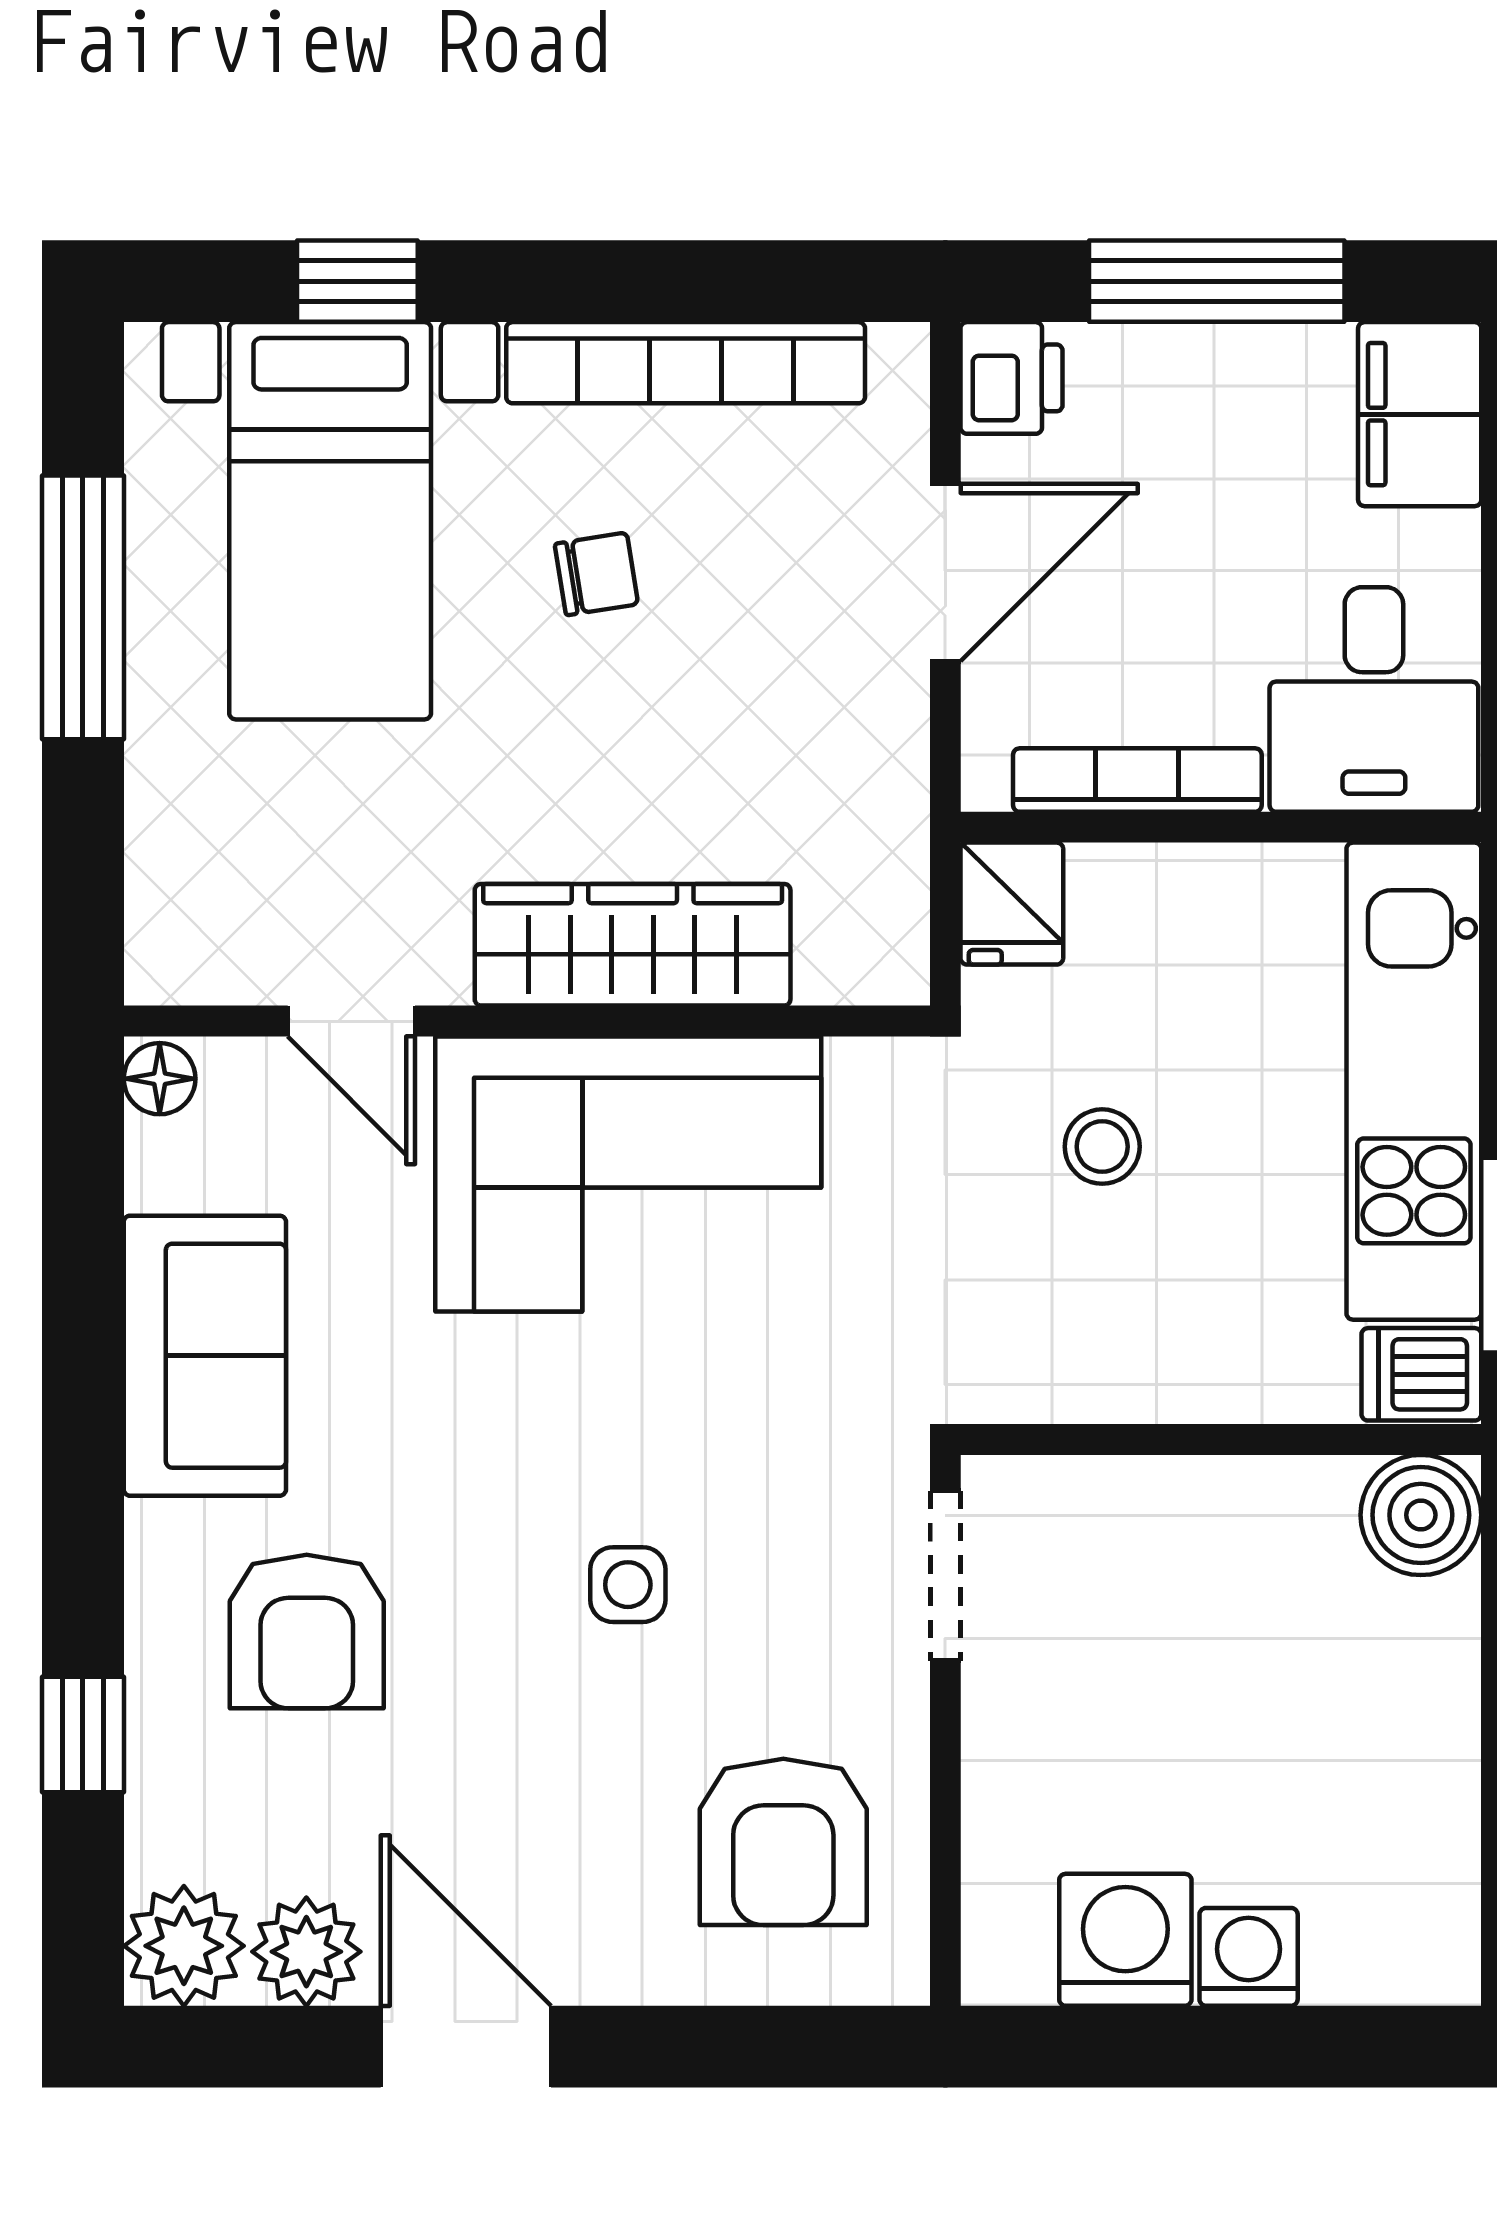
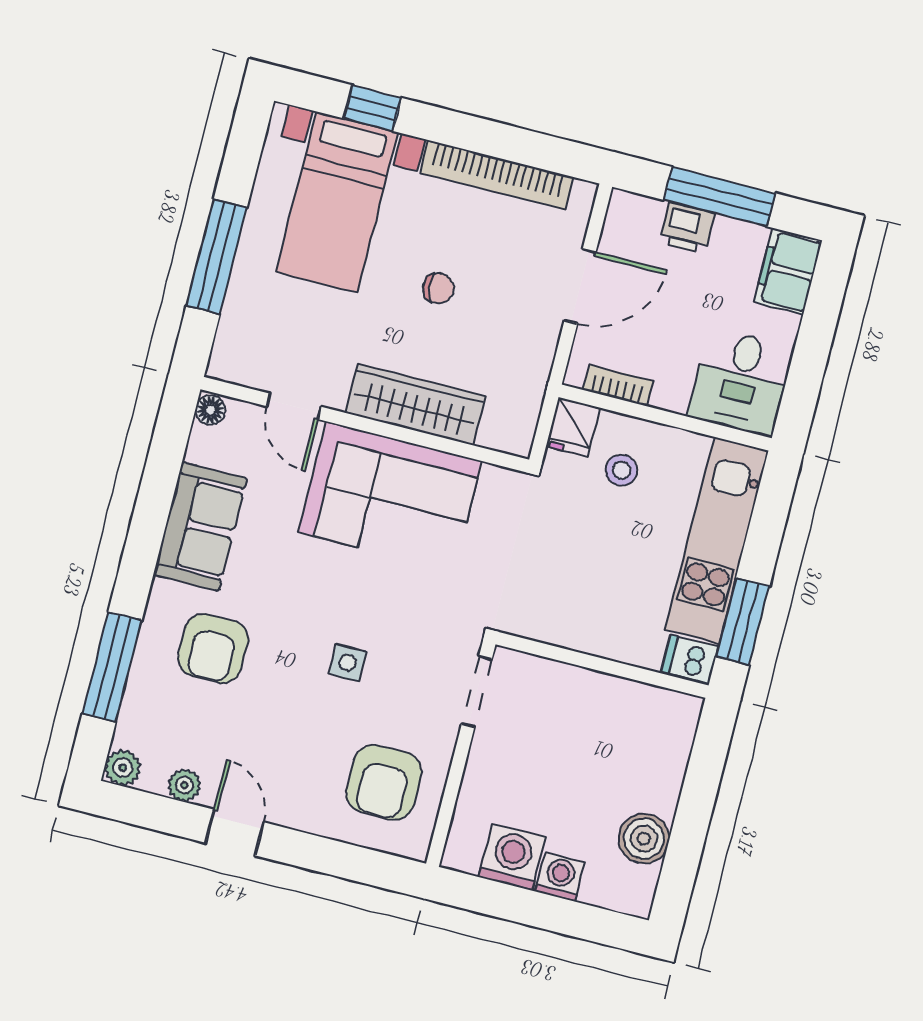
printer: (1011, 378) -> (687, 228), moved, turned 90
chair: (596, 574) -> (439, 288), moved
window: (83, 607) -> (217, 257), moved
bookcase: (1137, 780) -> (618, 385), width x0.64
stool: (1102, 1147) -> (621, 470), moved
boiler: (1421, 1515) -> (644, 839), moved
window: (83, 1735) -> (112, 667), width x2.17
plant: (184, 1946) -> (123, 768), width x0.73, depth x0.73
plant: (306, 1952) -> (184, 785), width x0.73, depth x0.73
door: (466, 2047) -> (235, 832), width x0.73

